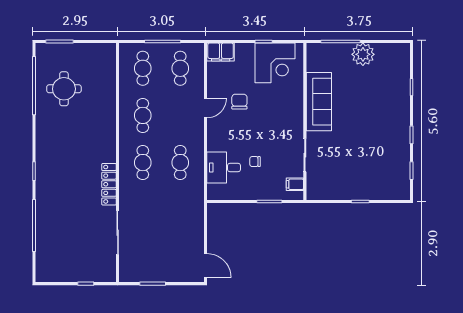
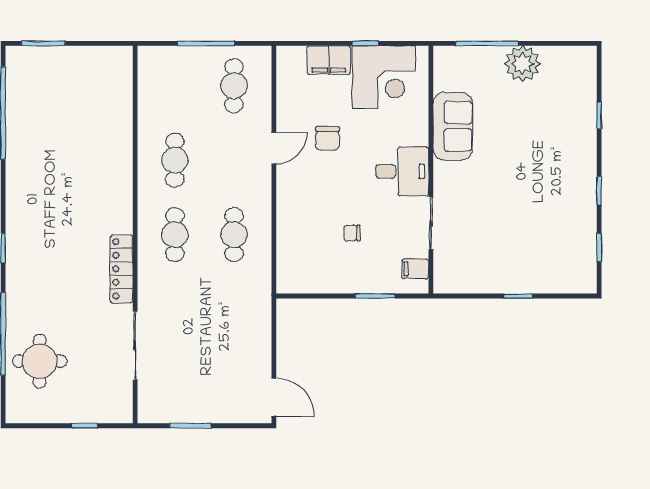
filing cabinet: (221, 52) -> (329, 60), moved
cafe table: (143, 68) -> (175, 86), removed
round table: (64, 89) -> (40, 361), moved
chair: (239, 102) -> (327, 138), turned 180
sofa: (319, 102) -> (453, 126), width x0.73
desk: (224, 167) -> (402, 171), moved, turned 180

